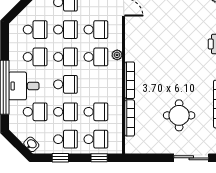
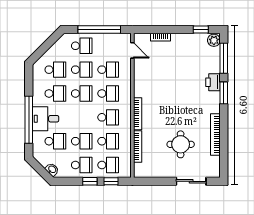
plant: (117, 55) -> (127, 92), removed
school desk: (65, 84) -> (108, 117), moved
window: (60, 158) -> (90, 181), moved

